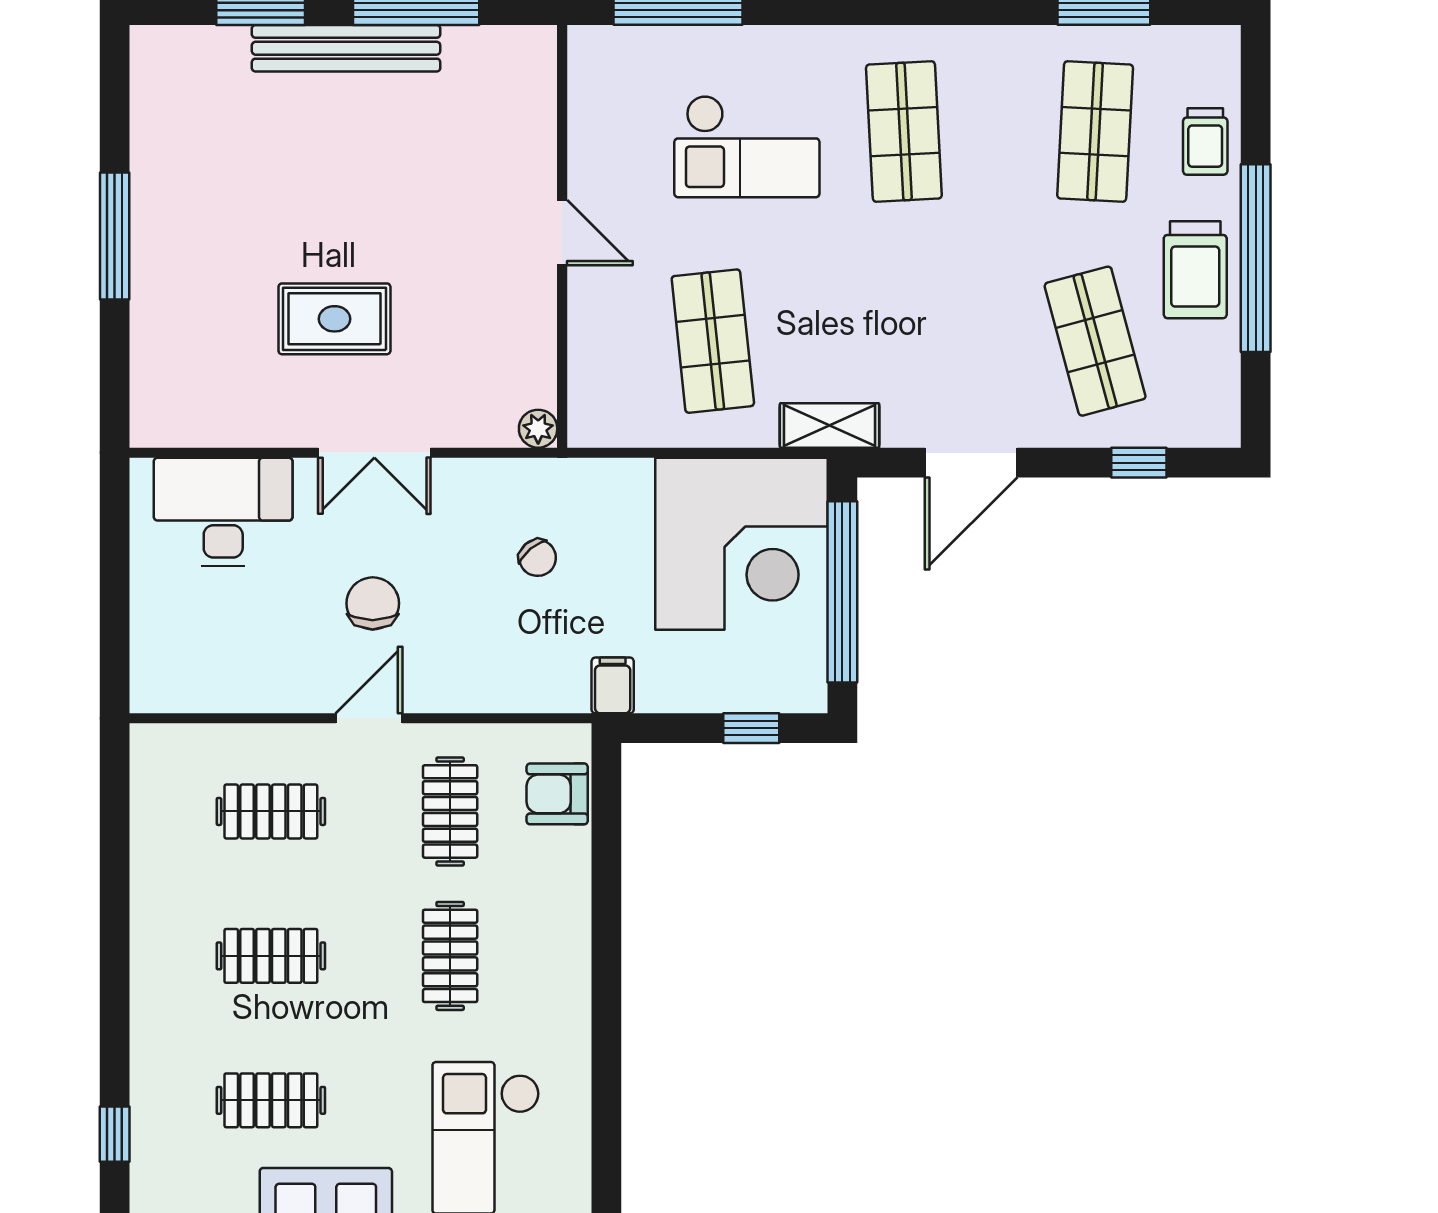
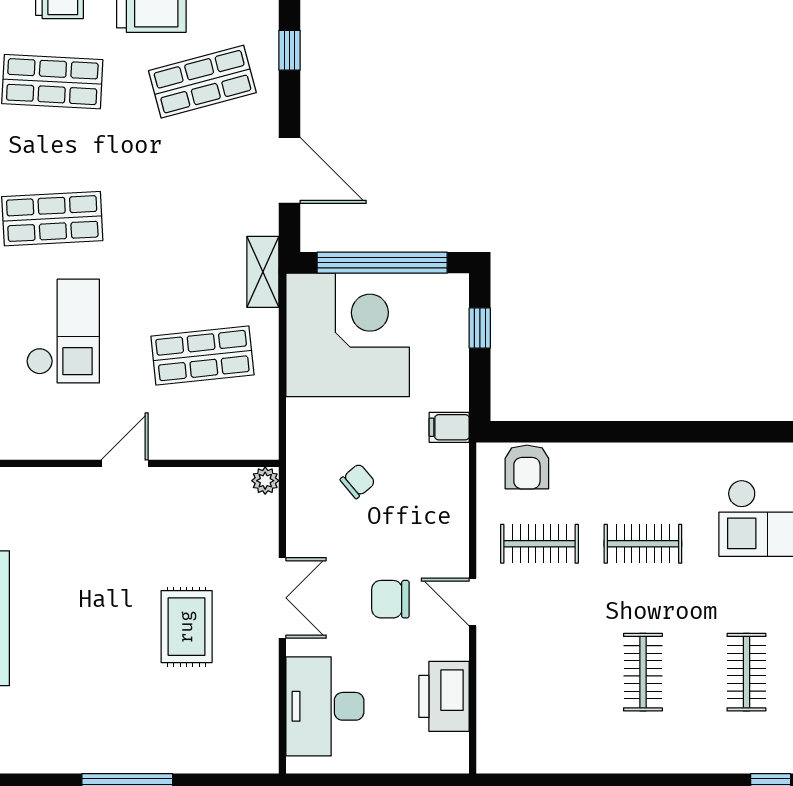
printer: (237, 678) -> (444, 696), added
clothes rail: (271, 811) -> (540, 672), removed

